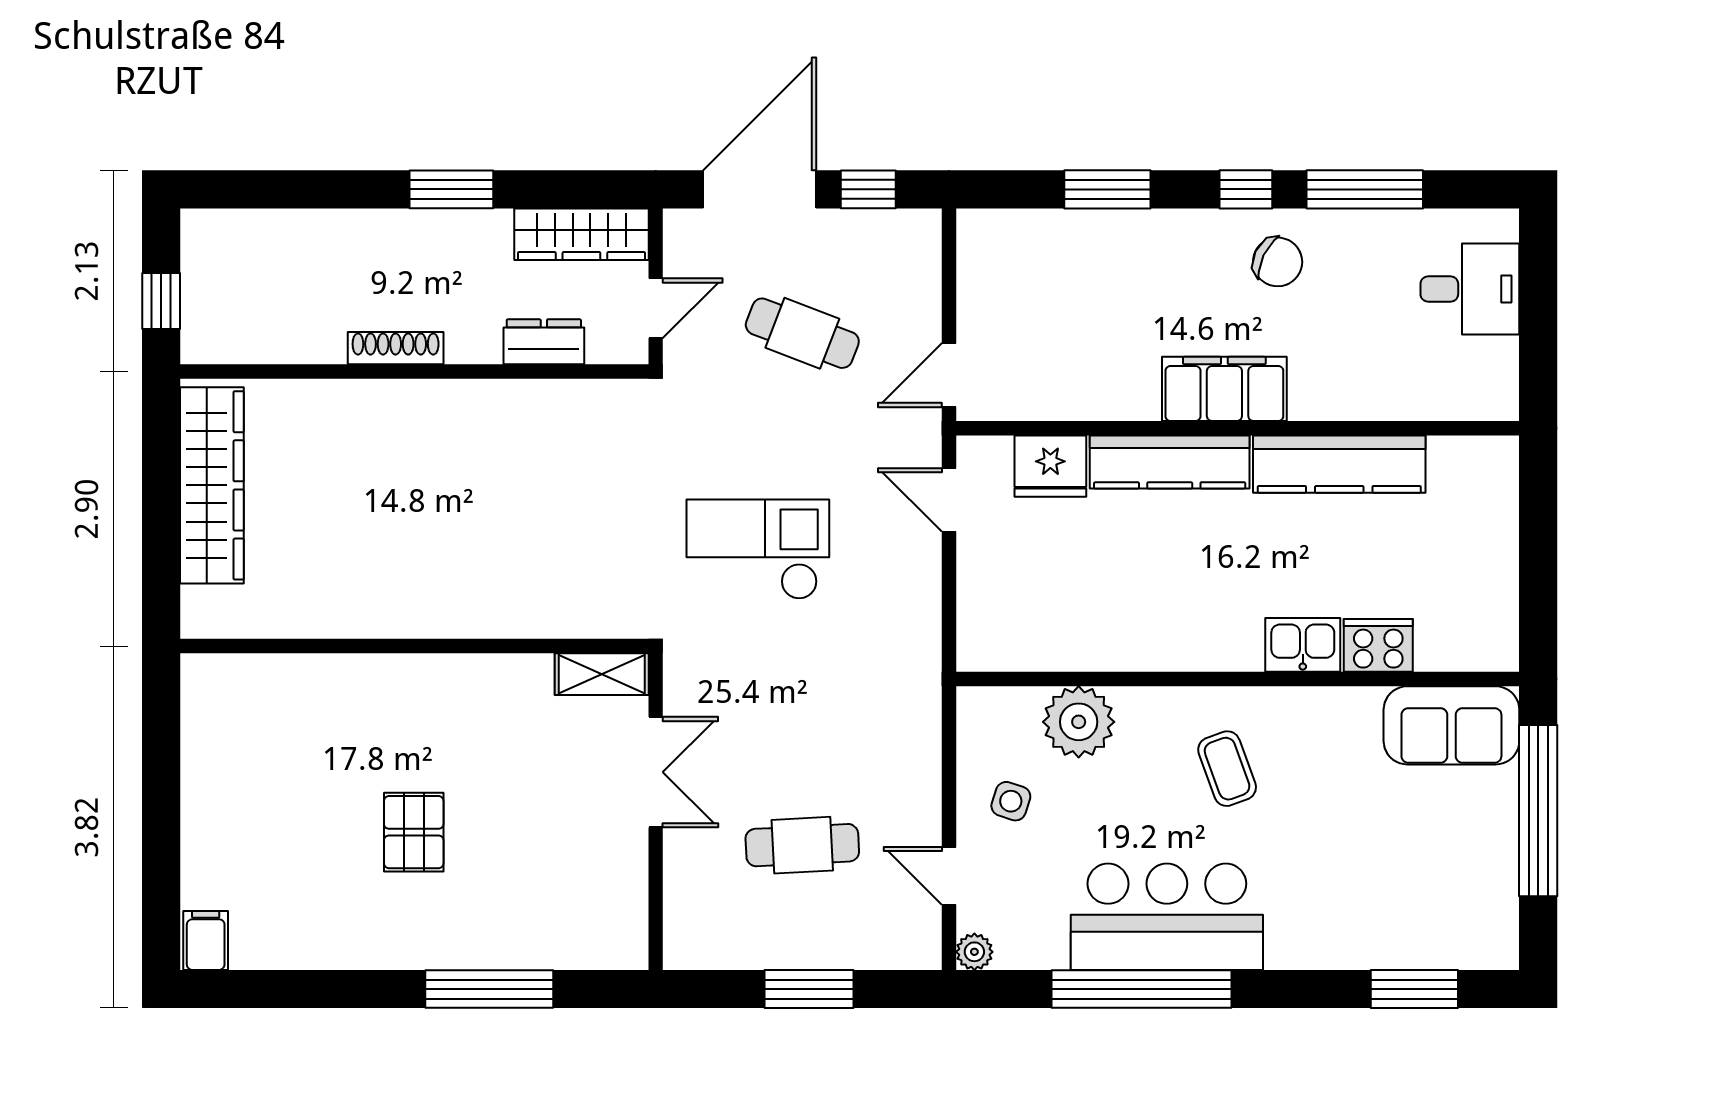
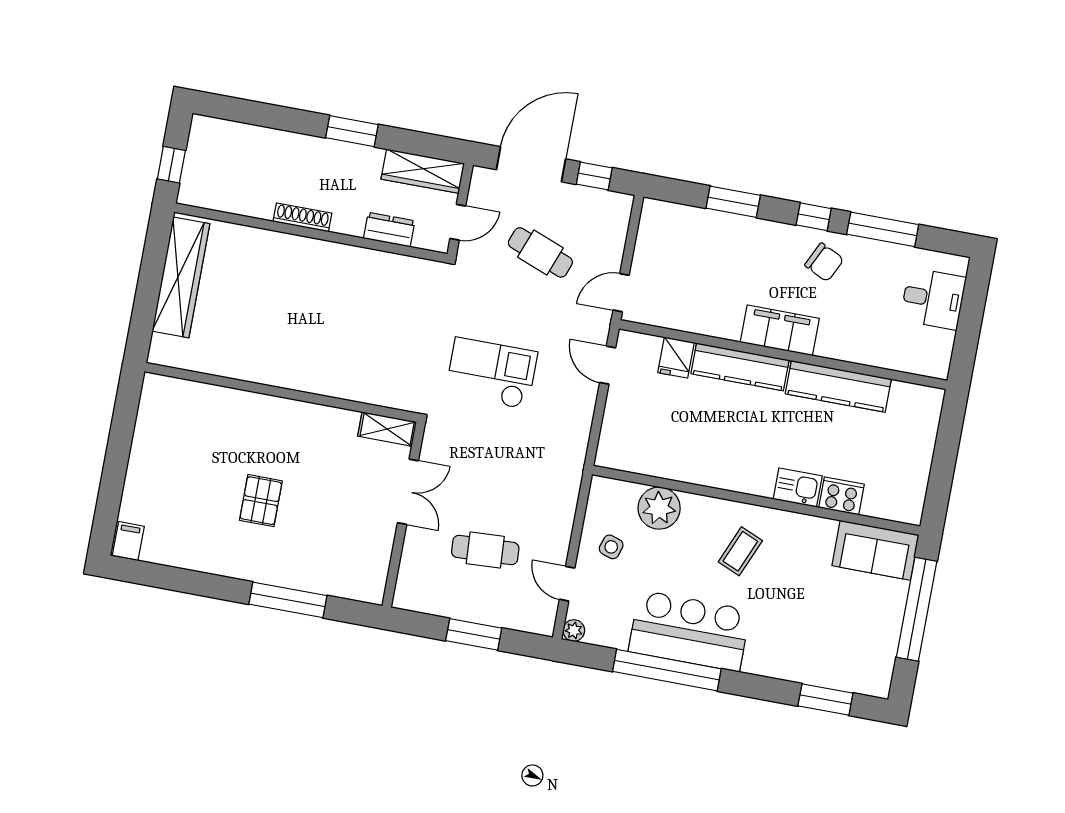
fridge: (1050, 466) -> (676, 358), width x0.72
coffee table: (1227, 769) -> (740, 551), turned 43

